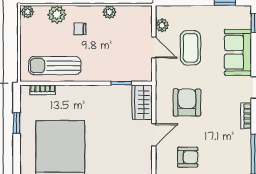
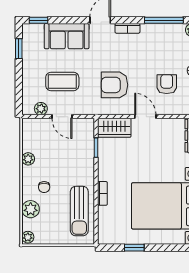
door: (154, 47) -> (62, 117), swing flipped
bookcase: (43, 90) -> (102, 193), moved

